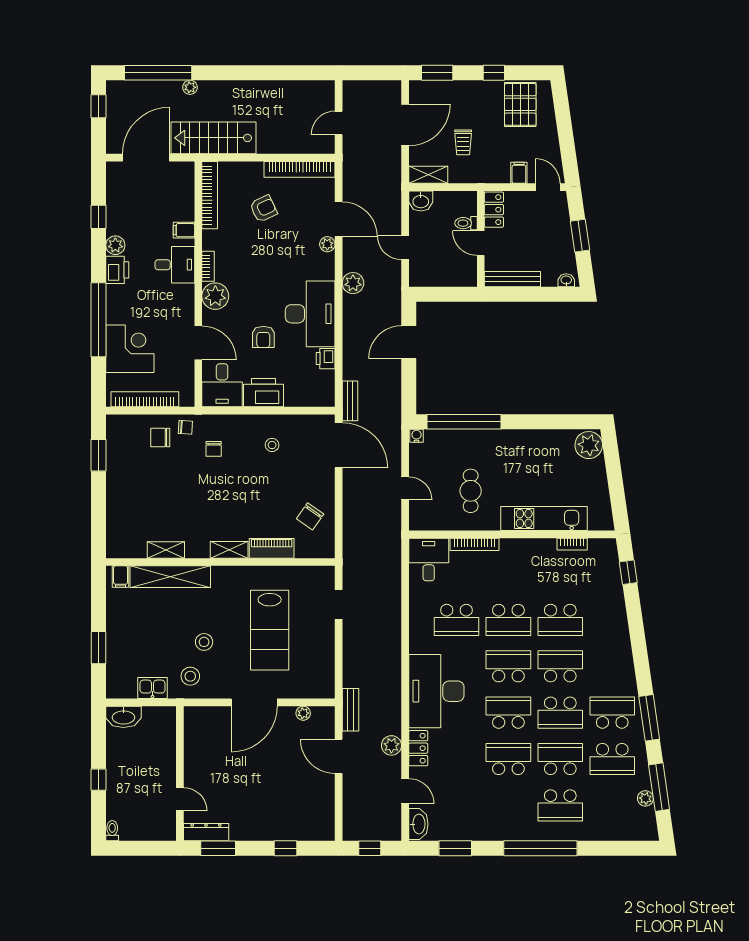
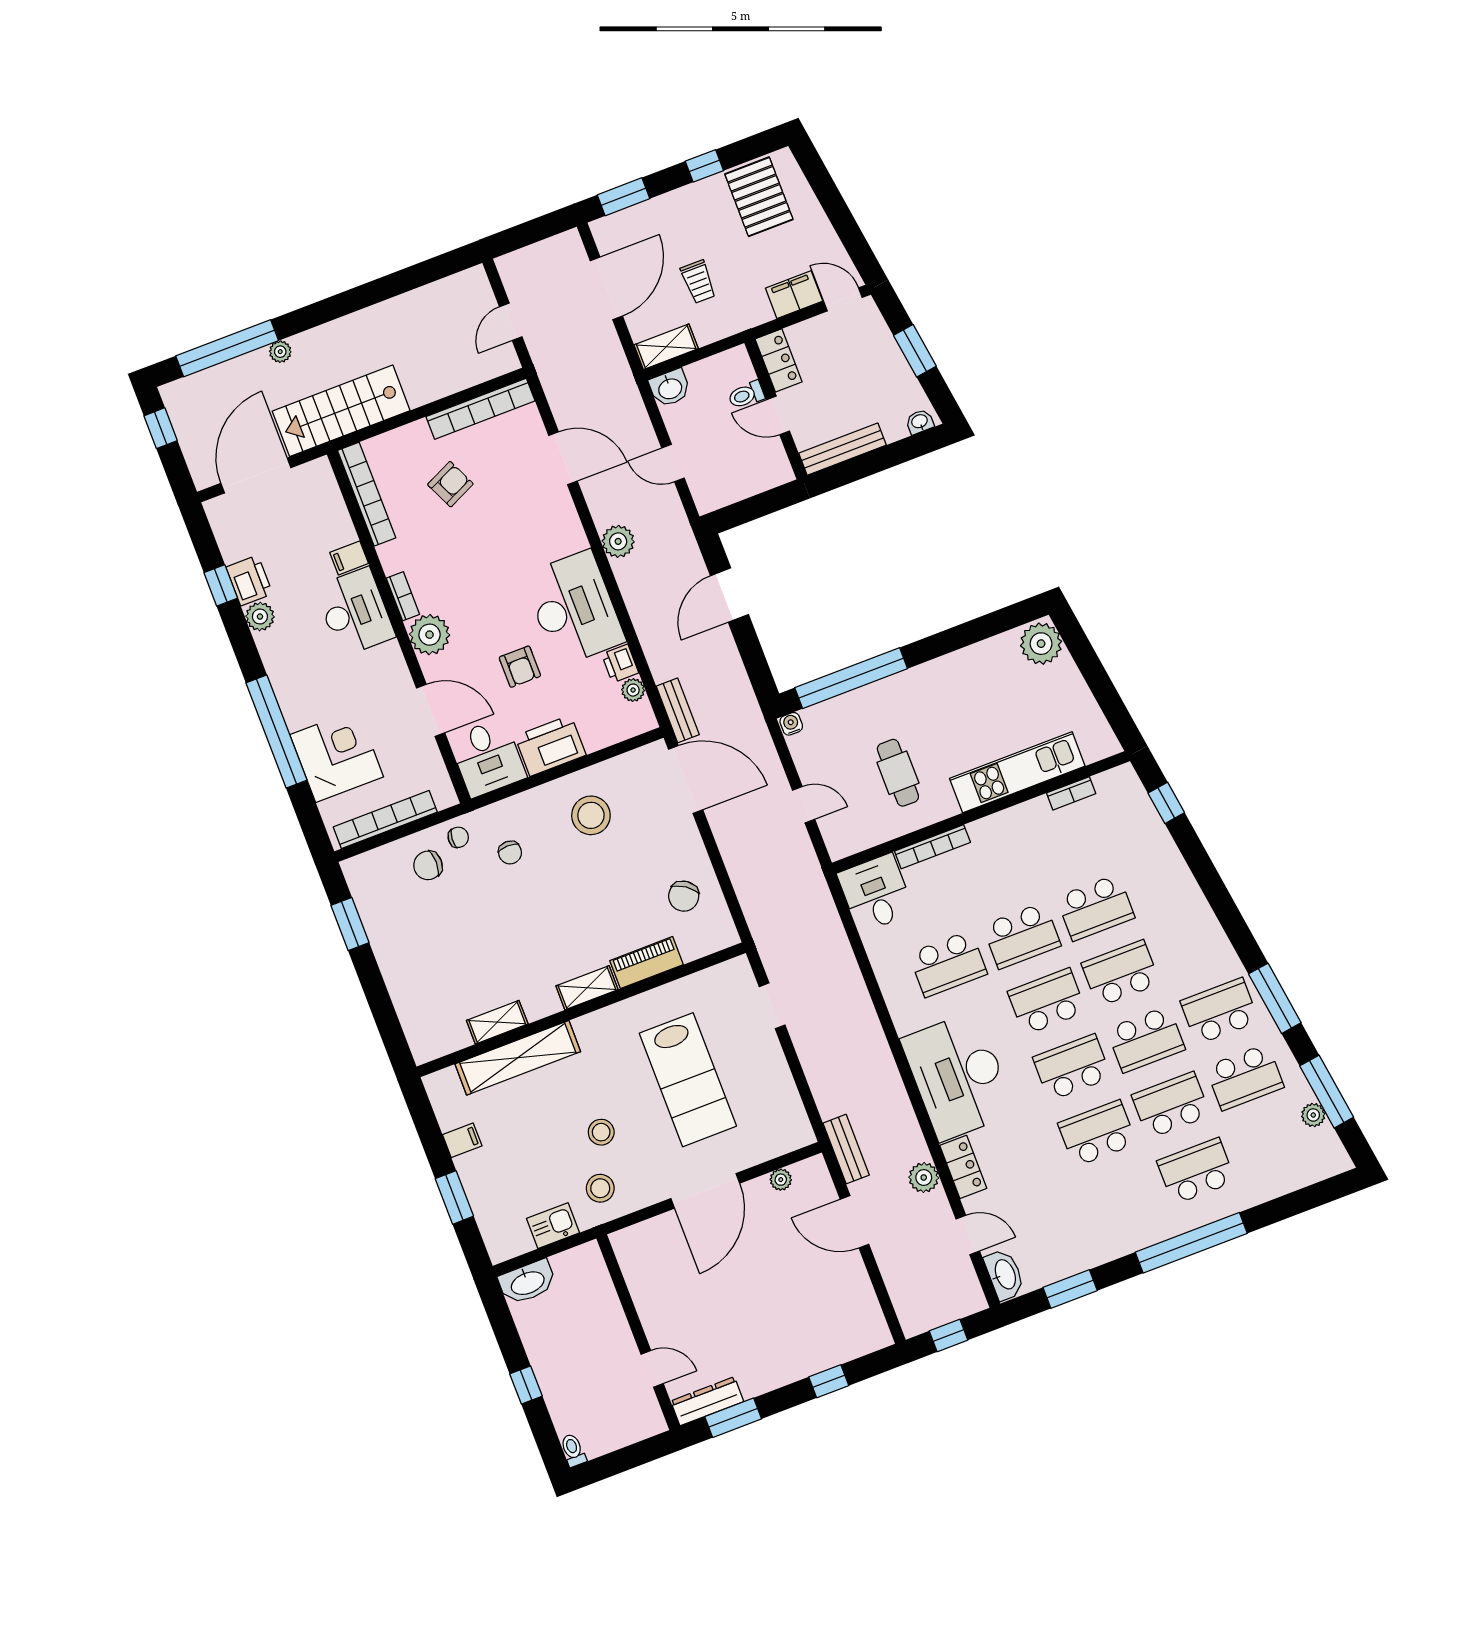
filing cabinet: (519, 173) -> (794, 295), width x2.00
plant: (327, 244) -> (633, 690), moved
desk: (175, 265) -> (355, 612), width x1.37
printer: (117, 270) -> (249, 580), moved
stool: (272, 445) -> (591, 815), width x1.89, depth x1.89
filing cabinet: (121, 577) -> (462, 1140), moved, turned -90
school desk: (560, 805) -> (1196, 1171), turned 180

